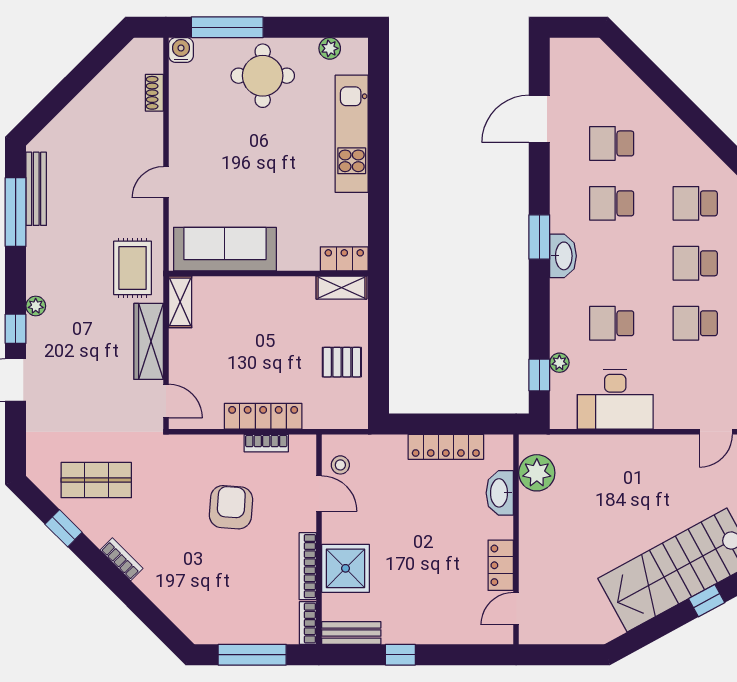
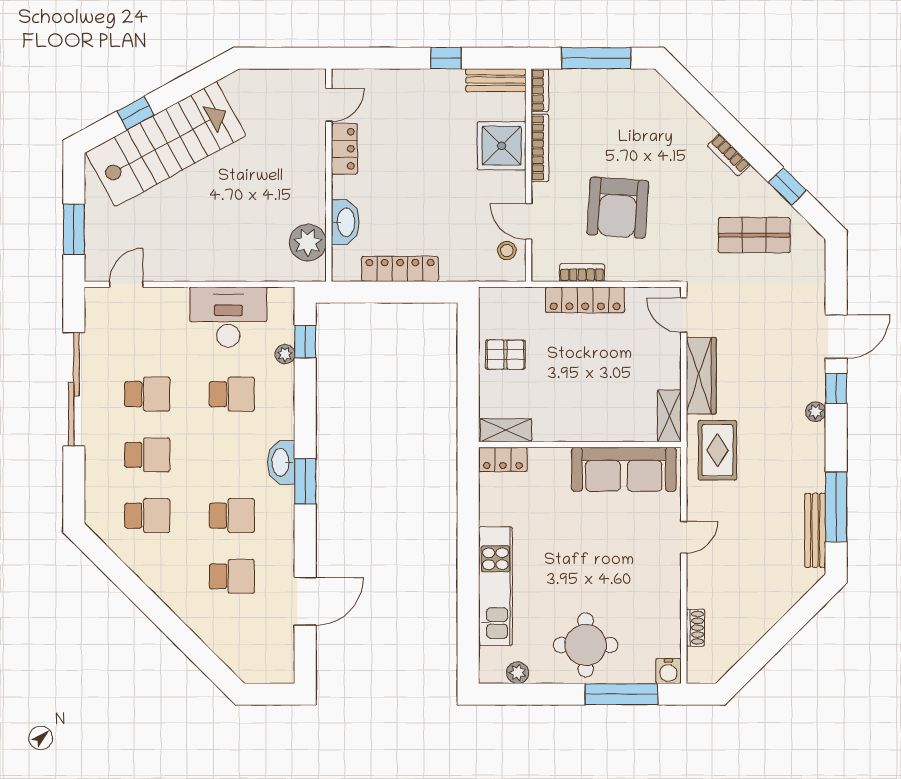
armchair: (231, 507) -> (618, 208), width x1.36, depth x1.36

